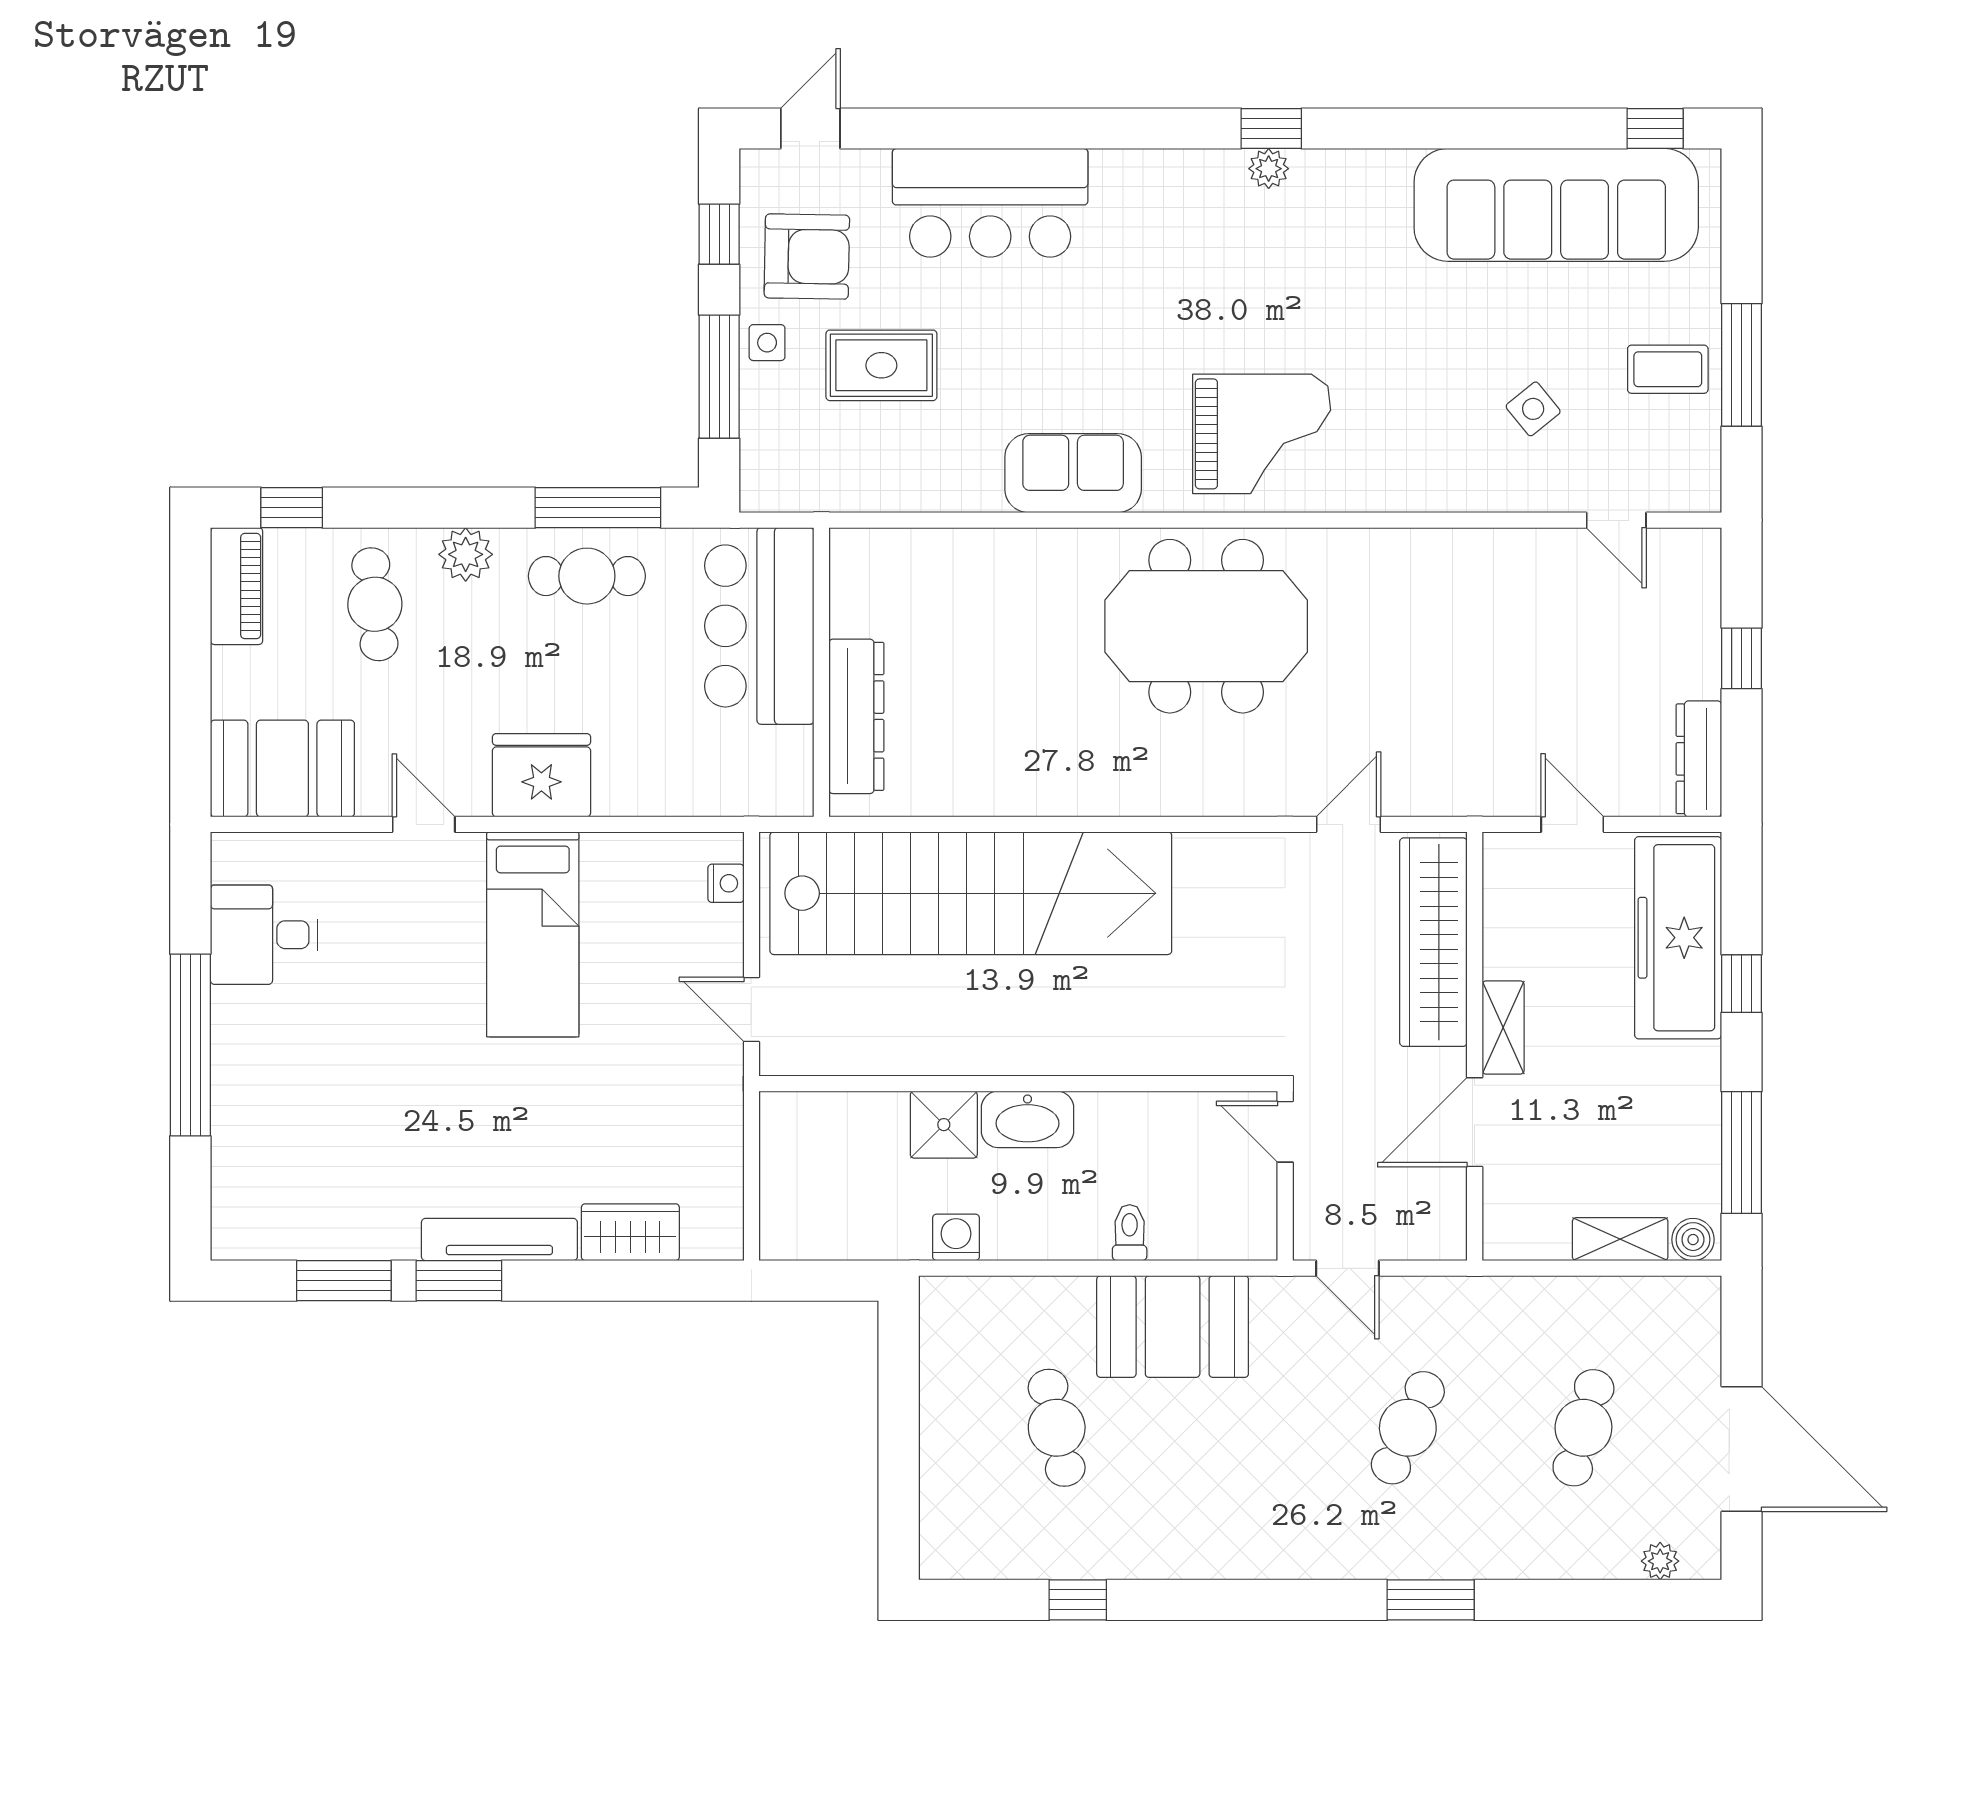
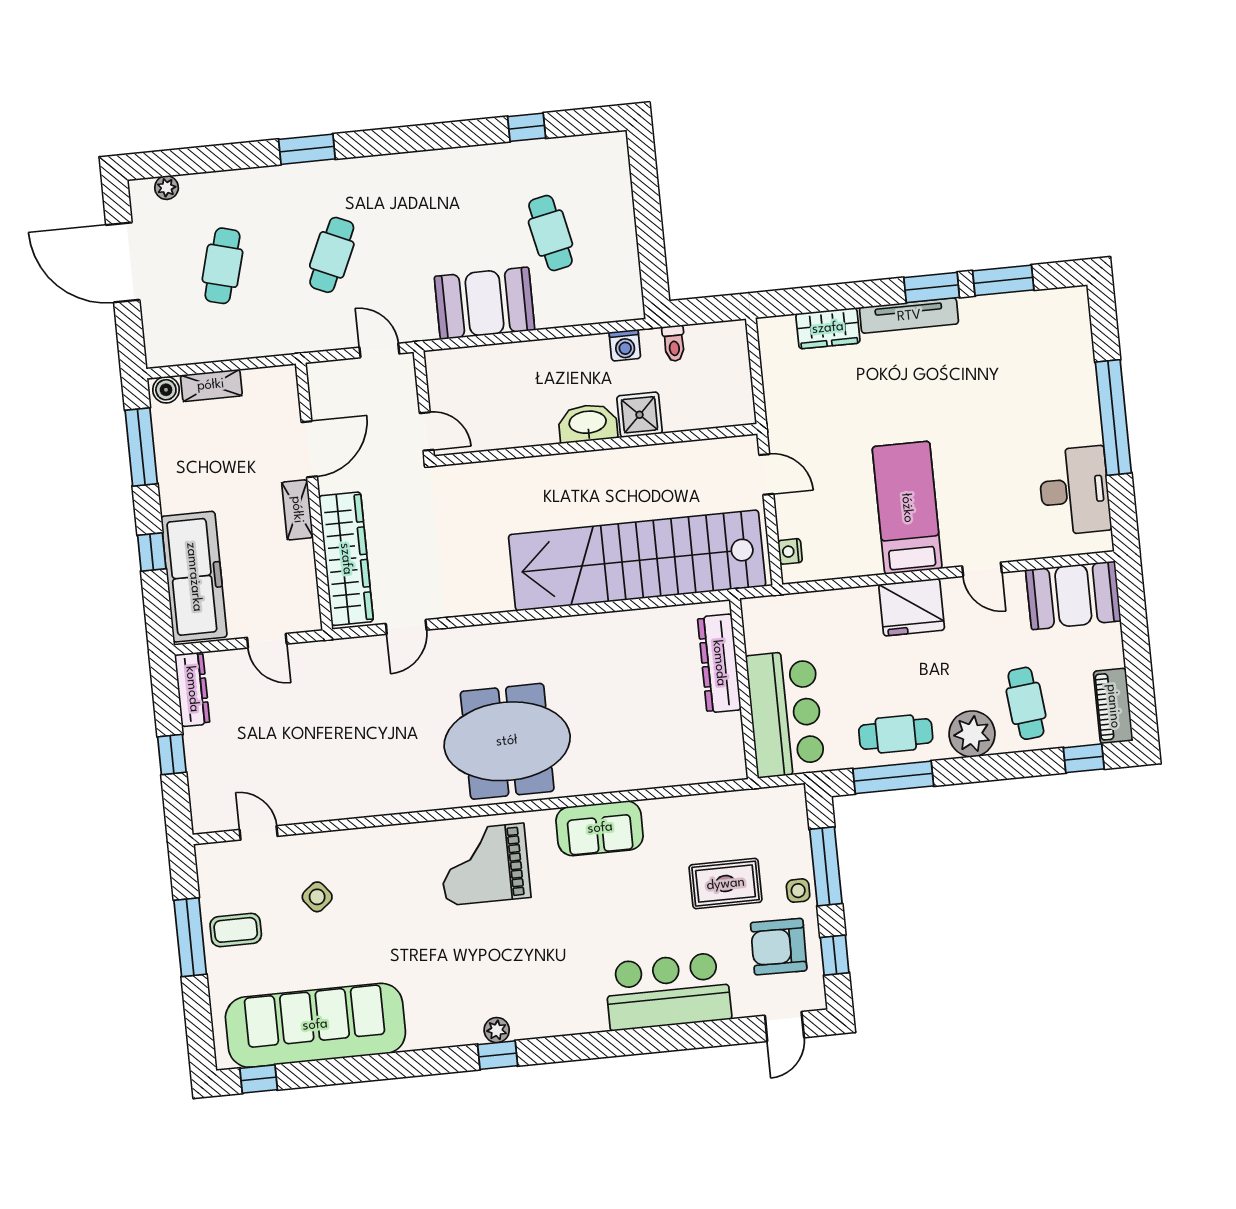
plant: (466, 554) -> (972, 734), width x1.36, depth x1.36
desk: (264, 935) -> (1074, 491), width x1.37
toilet: (1130, 1233) -> (674, 343), moved

